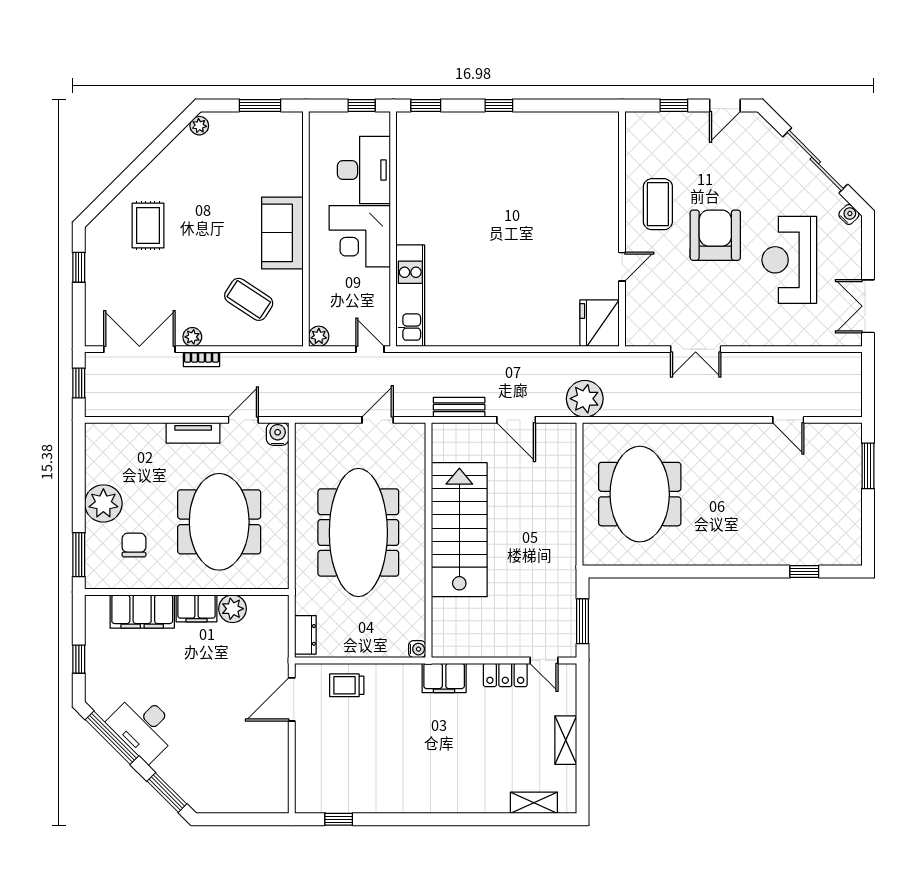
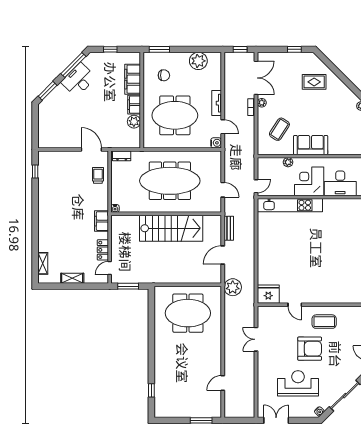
kitchen unit: (410, 296) -> (290, 205), width x1.36
plant: (319, 336) -> (288, 162), moved
plant: (103, 503) -> (198, 61), moved

